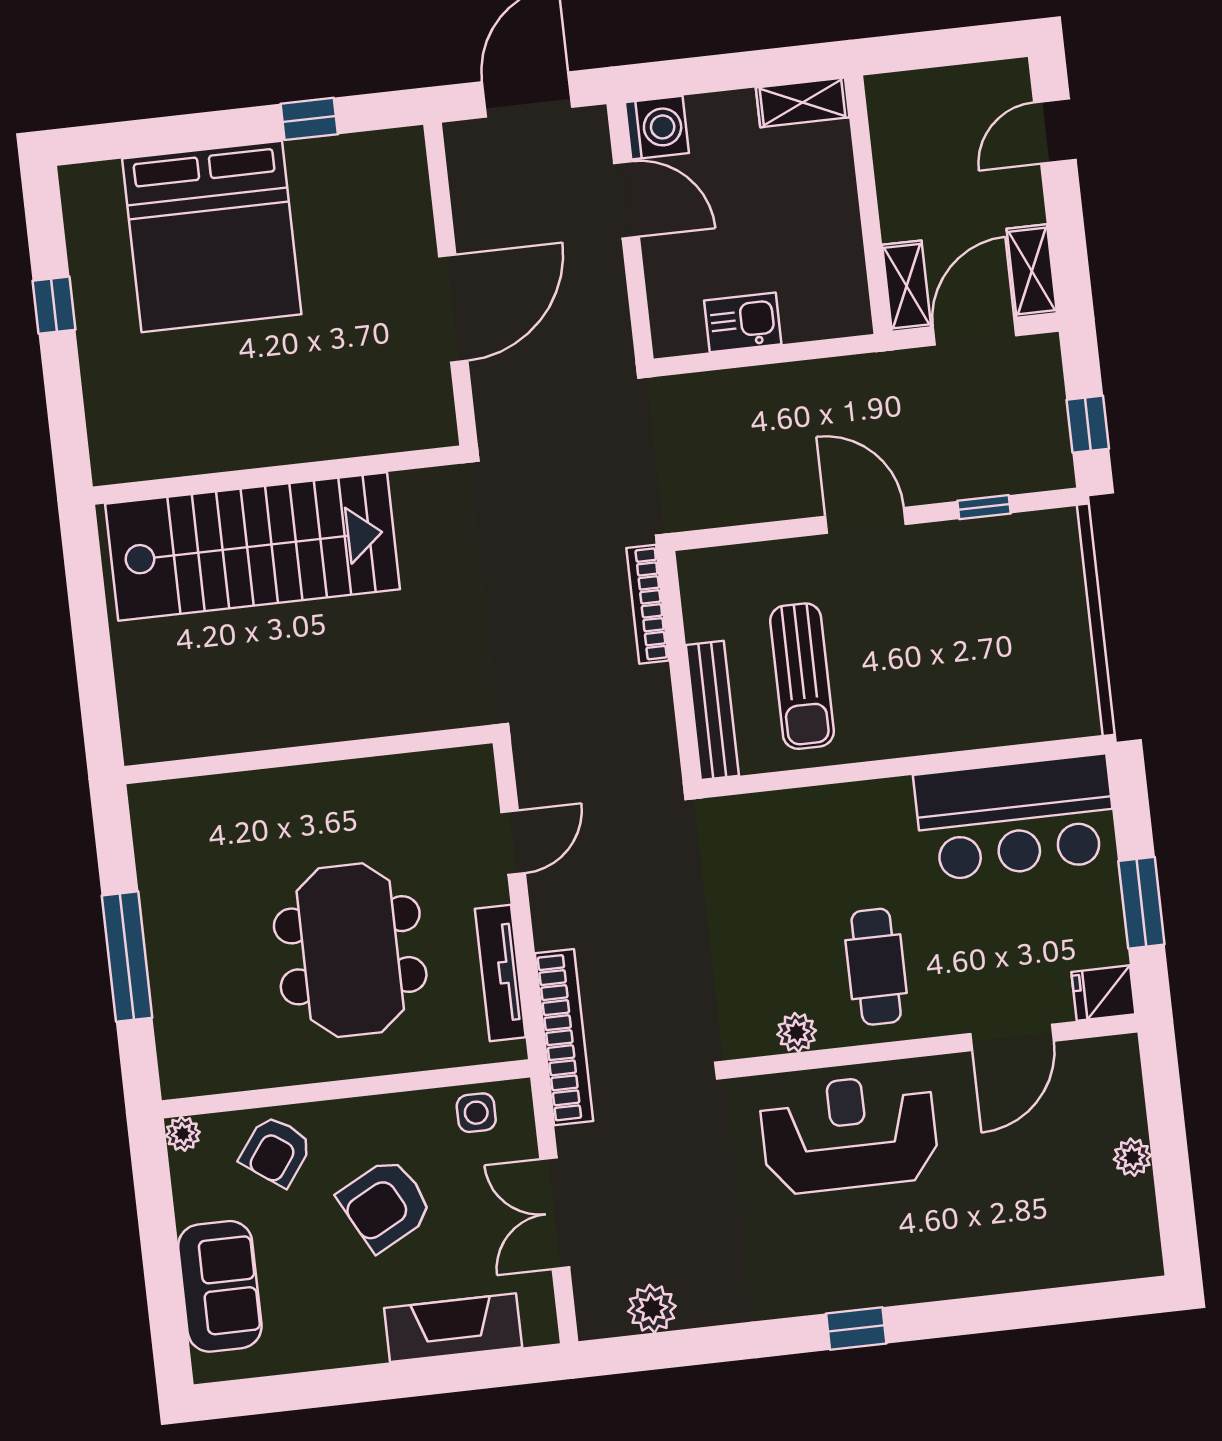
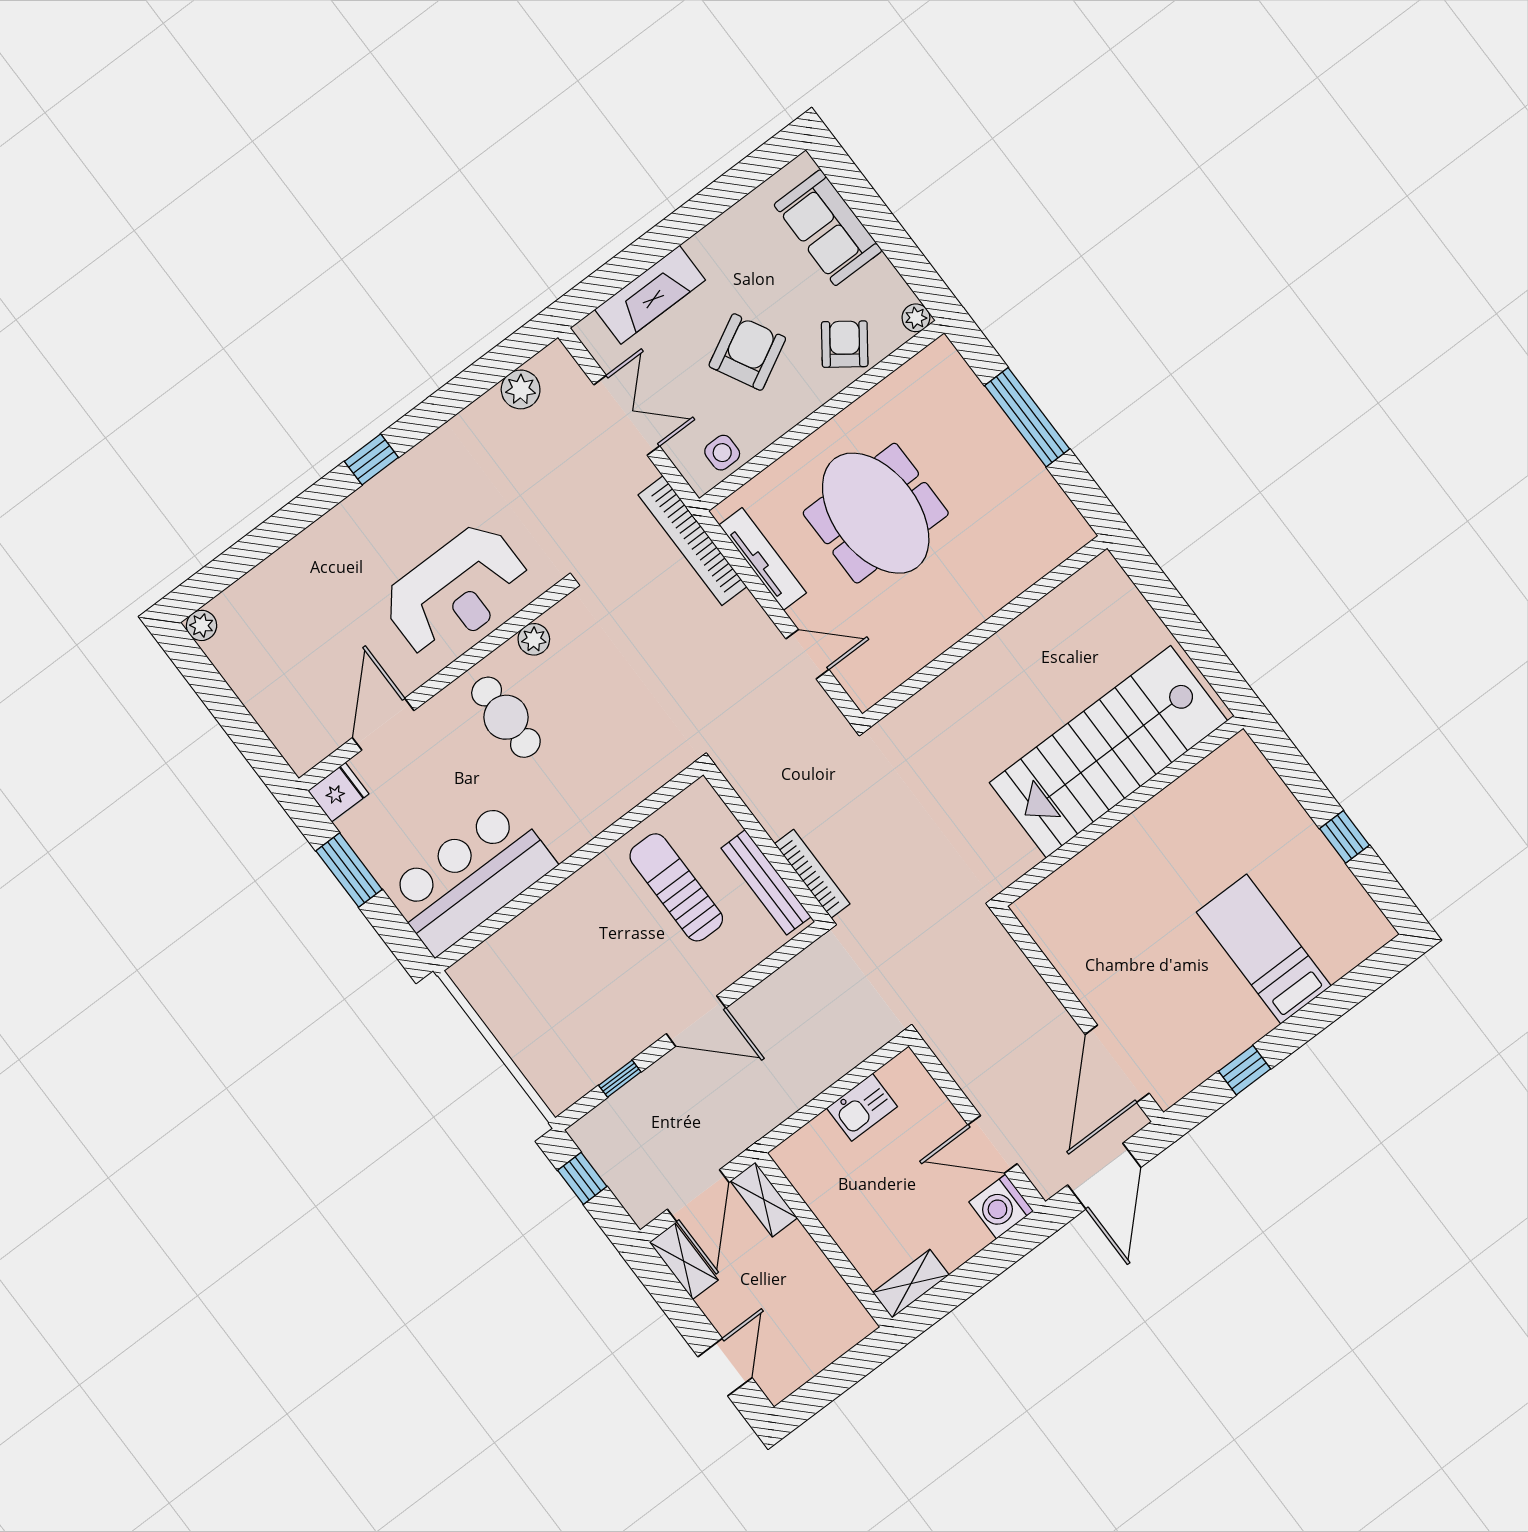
bed: (212, 236) -> (1264, 949), width x0.49
door: (453, 308) -> (1117, 1064), moved
bench: (712, 710) -> (766, 882), moved
door: (513, 843) -> (807, 654), swing flipped
plant: (1132, 1157) -> (202, 625), moved

